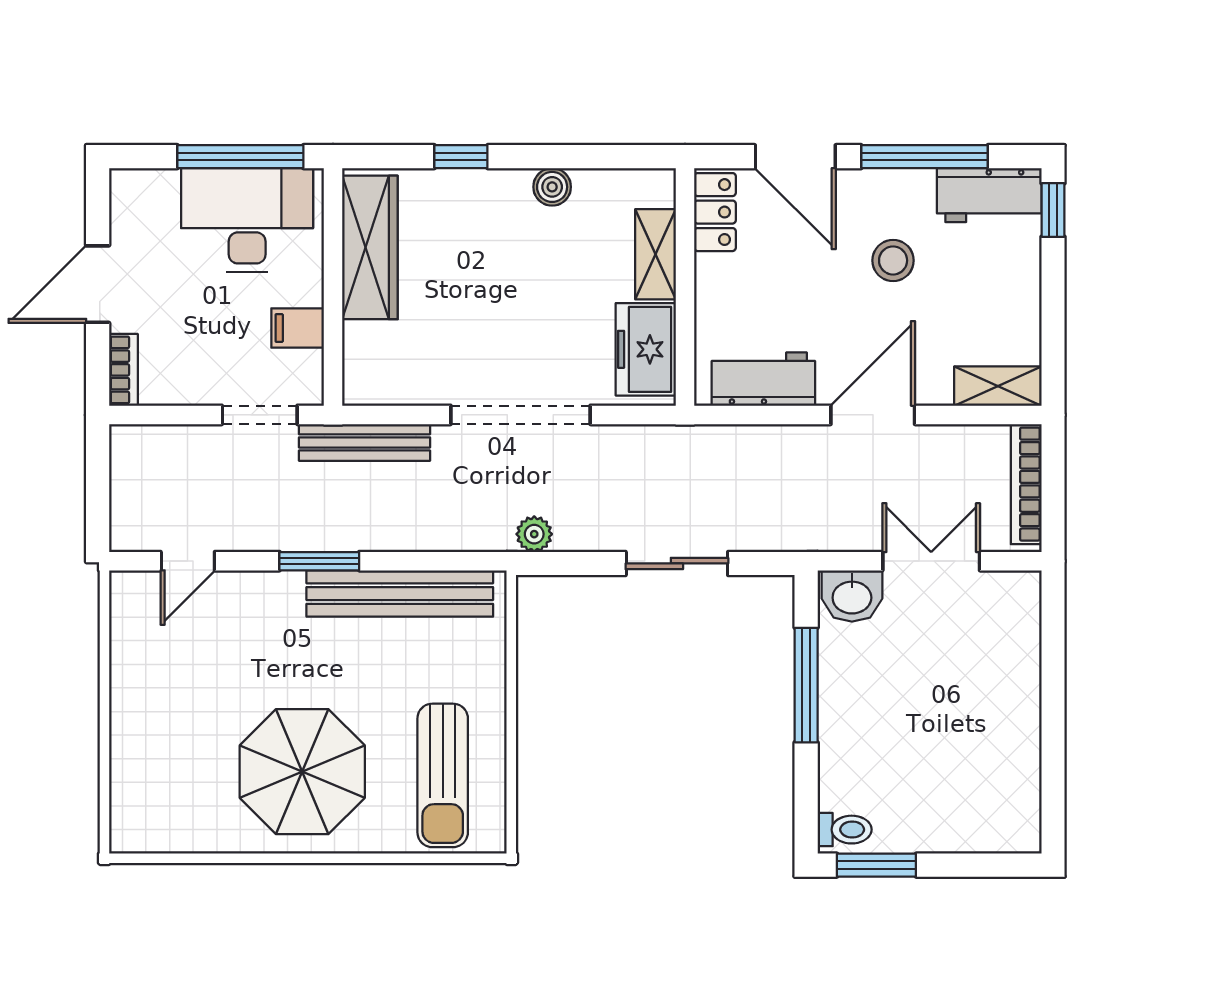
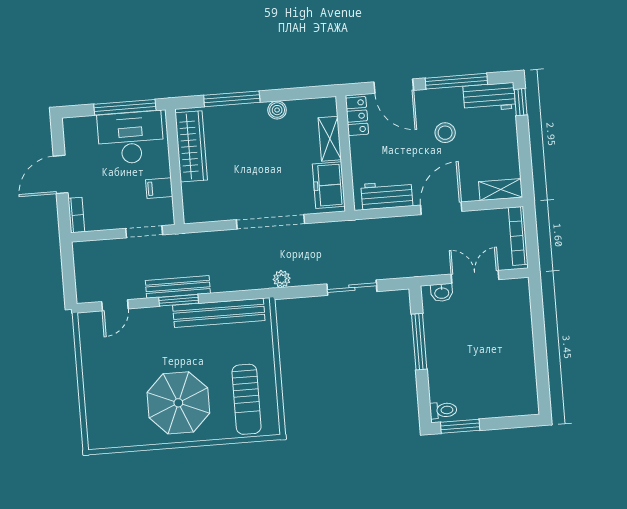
window: (461, 157) -> (232, 99), width x2.17
bench: (365, 442) -> (178, 287), moved
washbasin: (852, 596) -> (442, 293), width x0.72, depth x0.69

